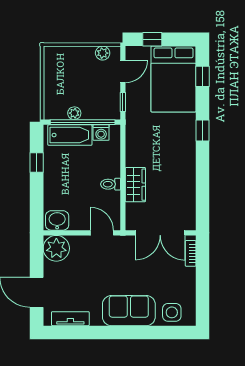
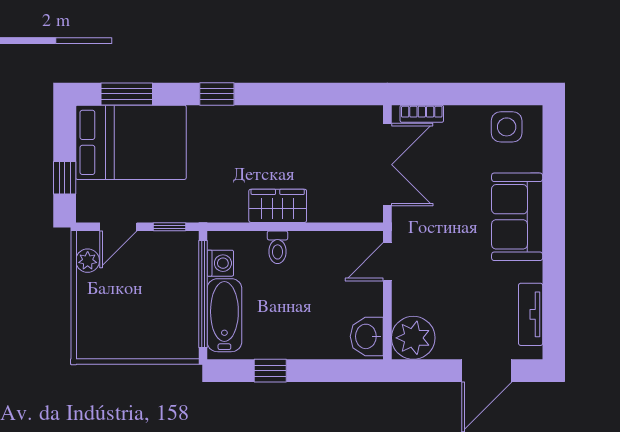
door: (123, 71) -> (118, 227), swing flipped
window: (203, 76) -> (127, 94), width x1.50
plant: (74, 113) -> (188, 308), removed
toilet: (111, 184) -> (278, 247), moved
wardrobe: (135, 185) -> (278, 206), moved
side table: (172, 312) -> (507, 127), moved

